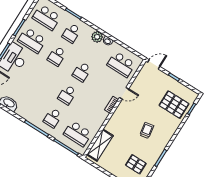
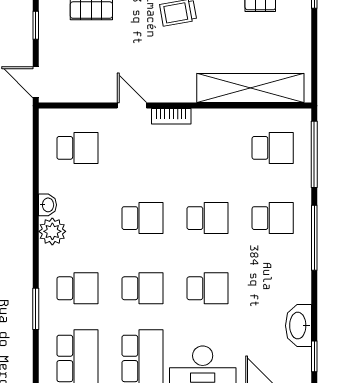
school desk: (121, 64) -> (77, 148), width x0.54
school desk: (42, 79) -> (208, 288), added
school desk: (78, 134) -> (273, 148), width x0.54
shelving: (100, 145) -> (250, 88), width x1.47

